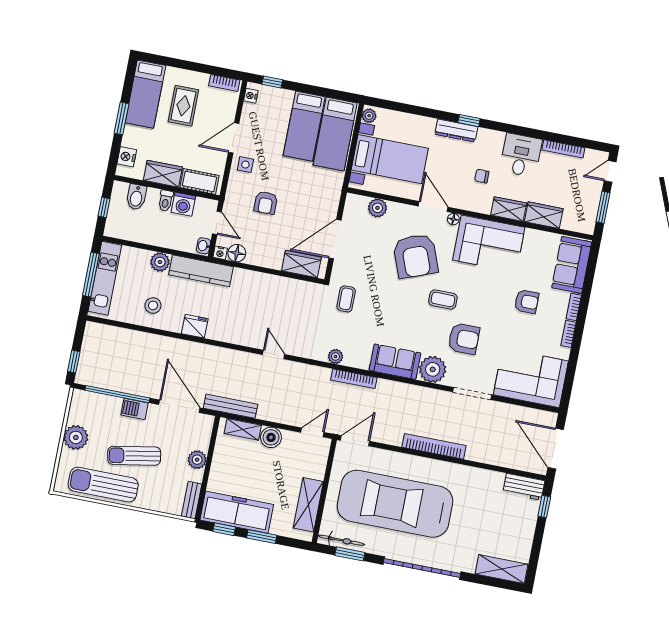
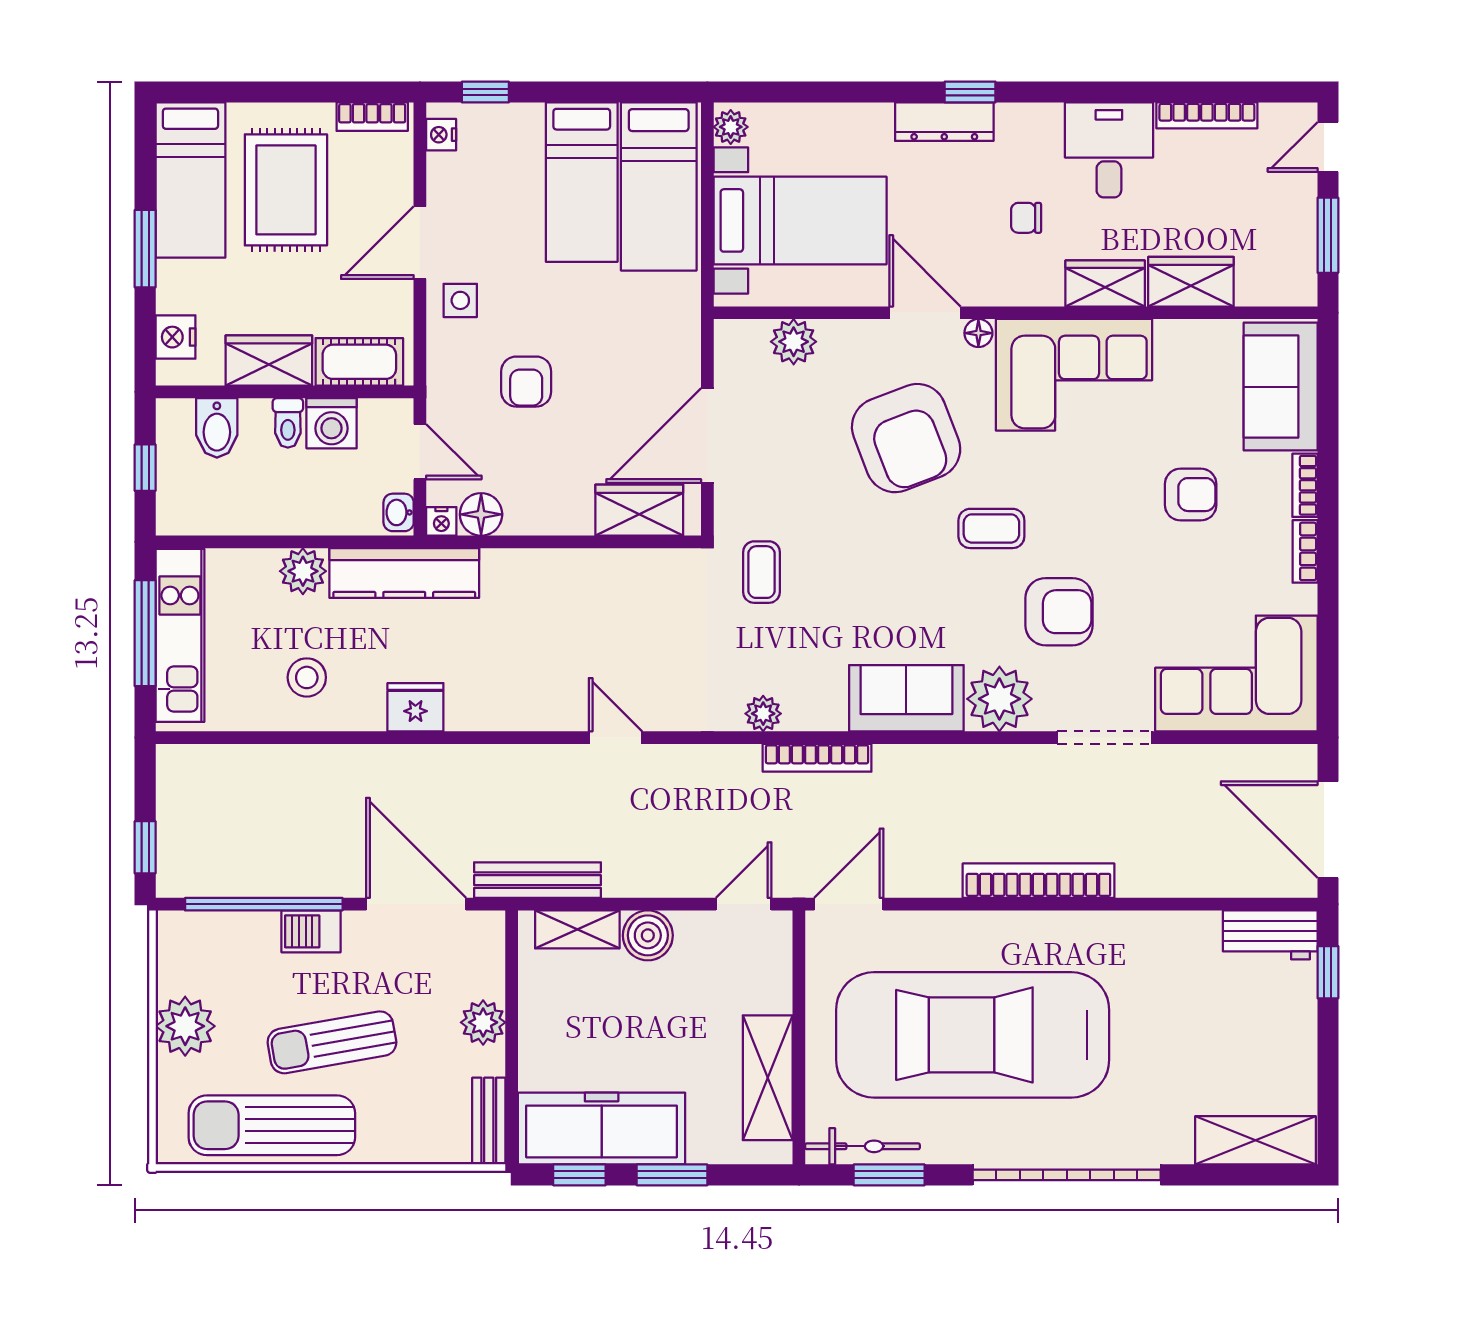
rug: (183, 106) -> (286, 190), width x1.36, depth x1.43

